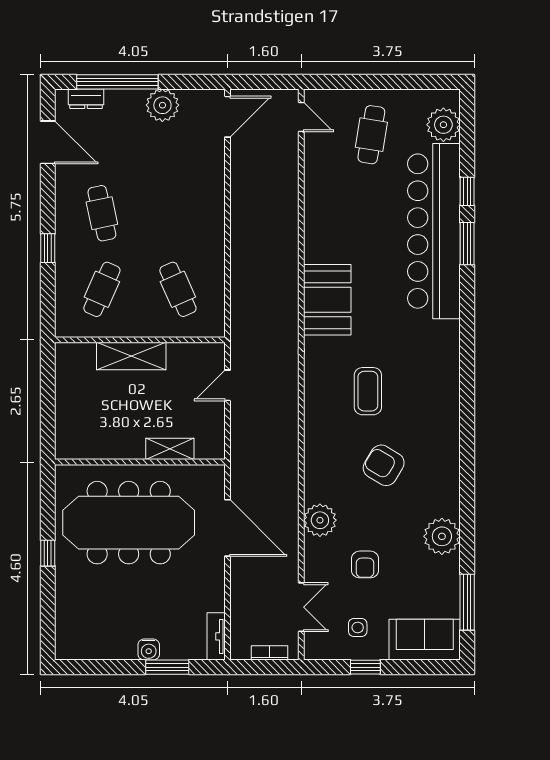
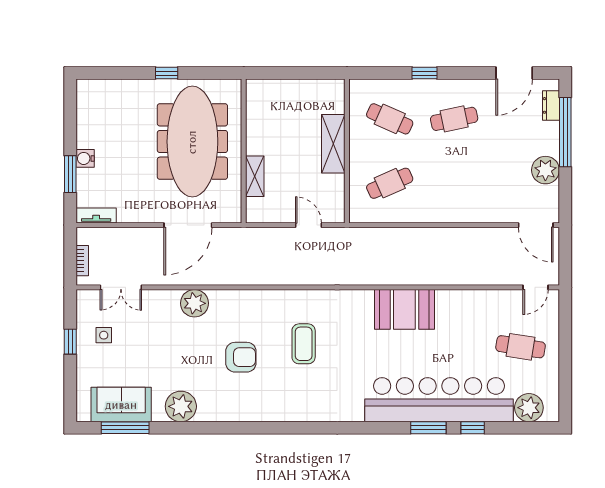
booth: (327, 300) -> (404, 309), moved
coffee table: (368, 391) -> (304, 344), turned 90
armchair: (384, 465) -> (241, 357), turned 59
armchair: (365, 564) -> (157, 341), removed
sofa: (425, 640) -> (121, 405), moved, turned -90

